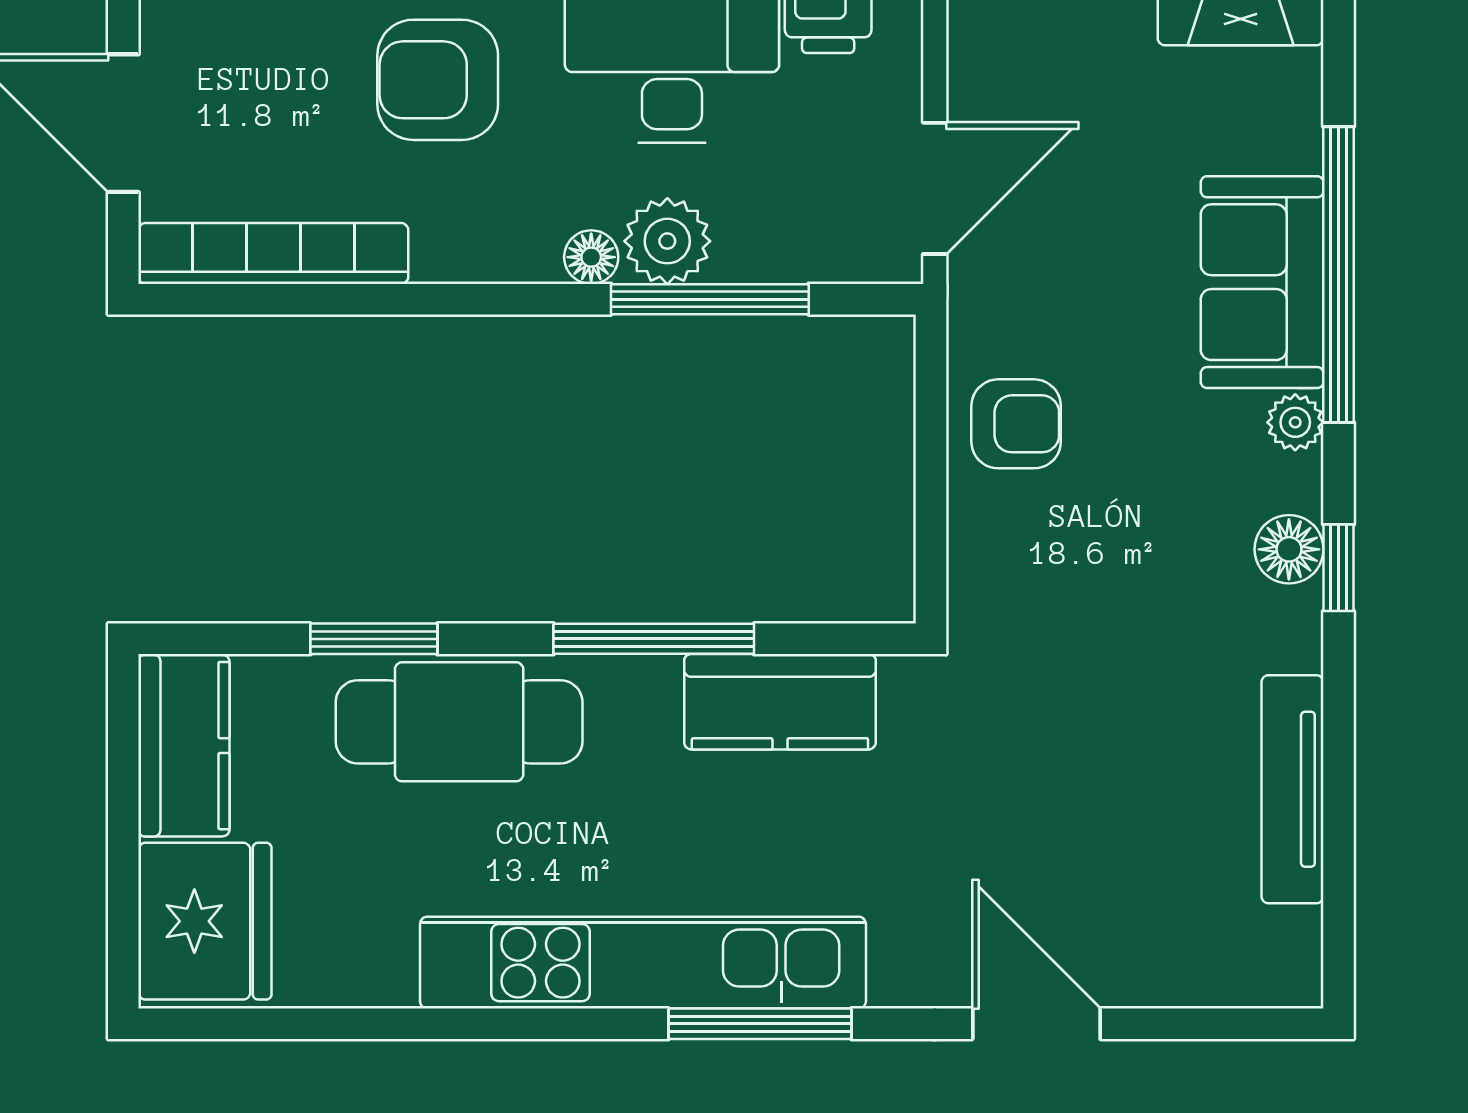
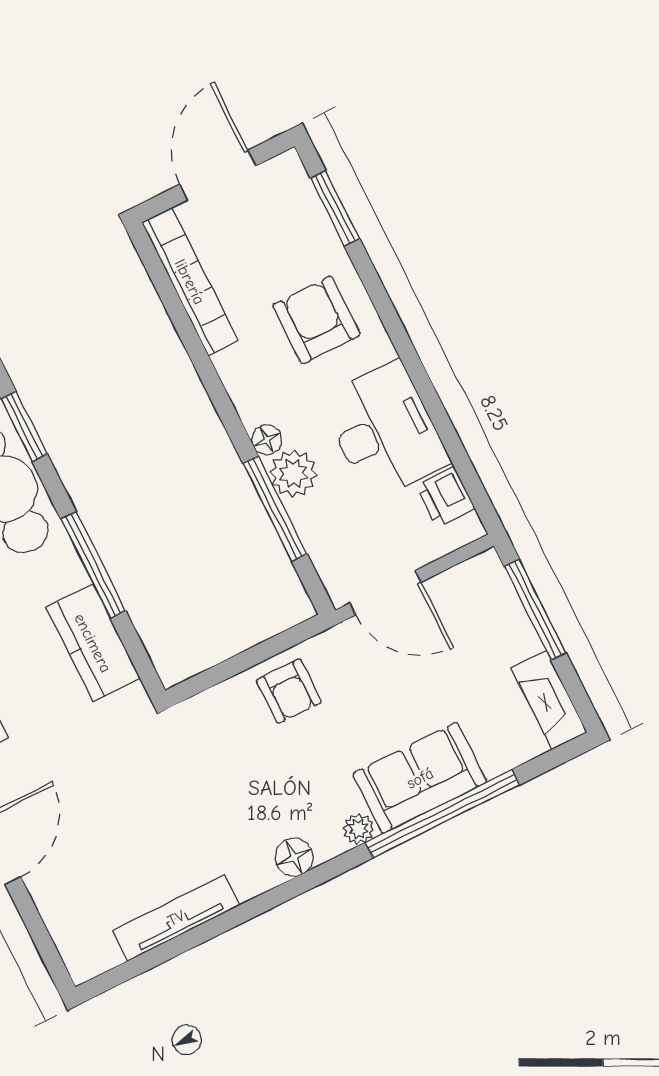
window: (1338, 568) -> (297, 886), removed

